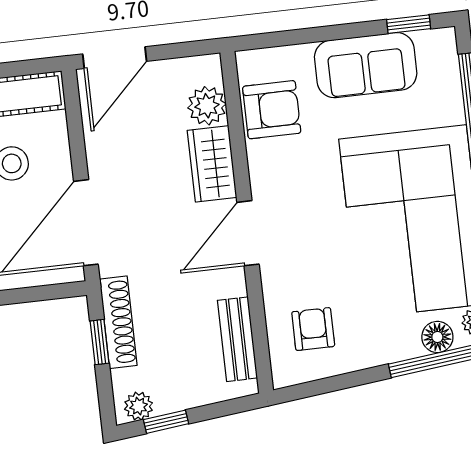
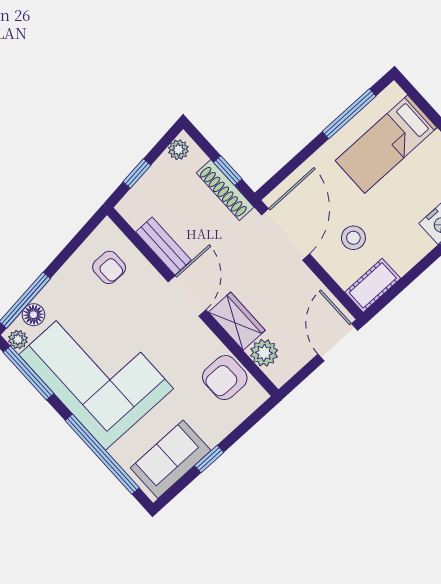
window: (409, 24) -> (209, 459), moved
sofa: (366, 65) -> (171, 459), moved
bench: (237, 339) -> (164, 246), moved
window: (166, 422) -> (137, 173), moved

